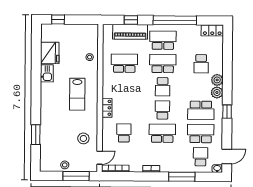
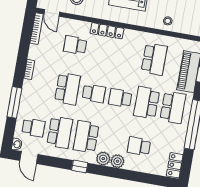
school desk: (163, 63) -> (147, 103), turned 180
locker: (107, 108) -> (107, 31), width x1.53
school desk: (124, 133) -> (75, 45), turned 180

